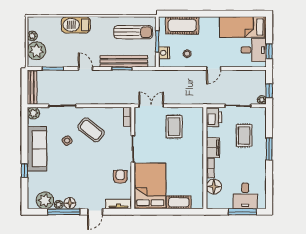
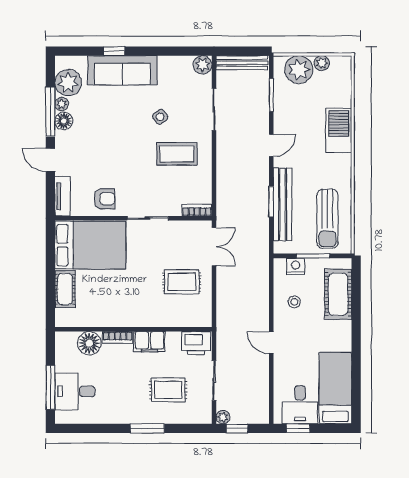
coffee table: (91, 130) -> (177, 154), turned 52
sofa: (37, 149) -> (122, 70), moved

